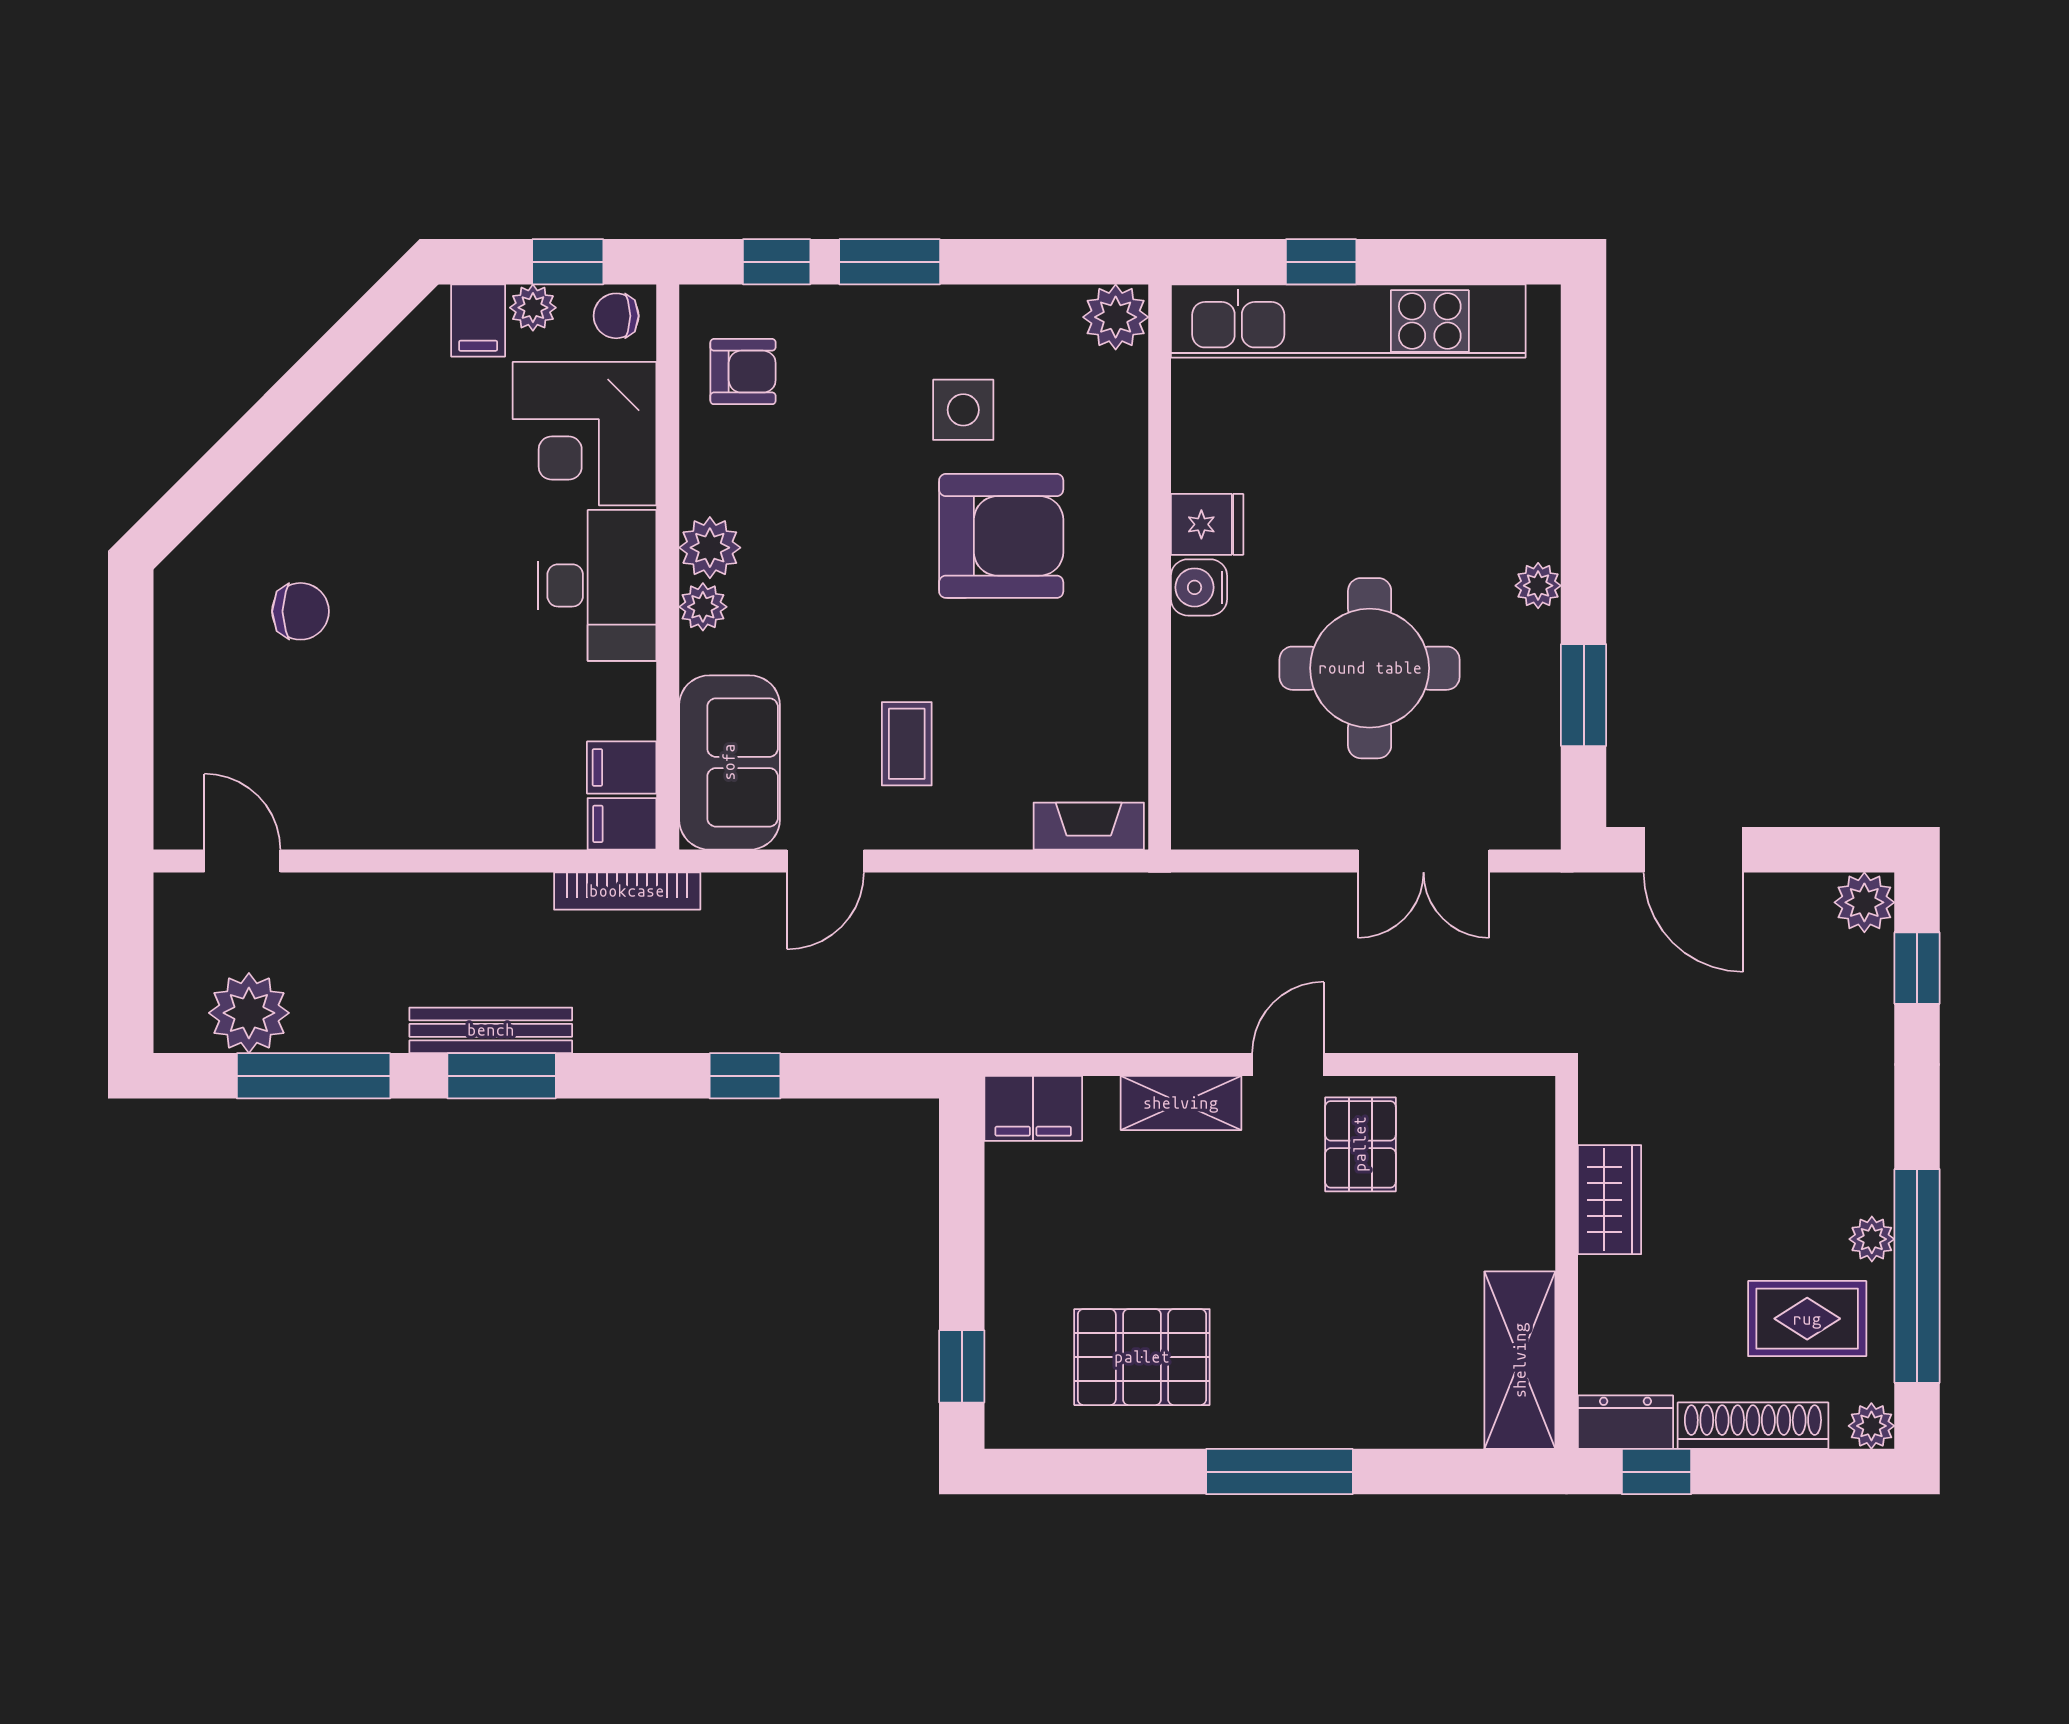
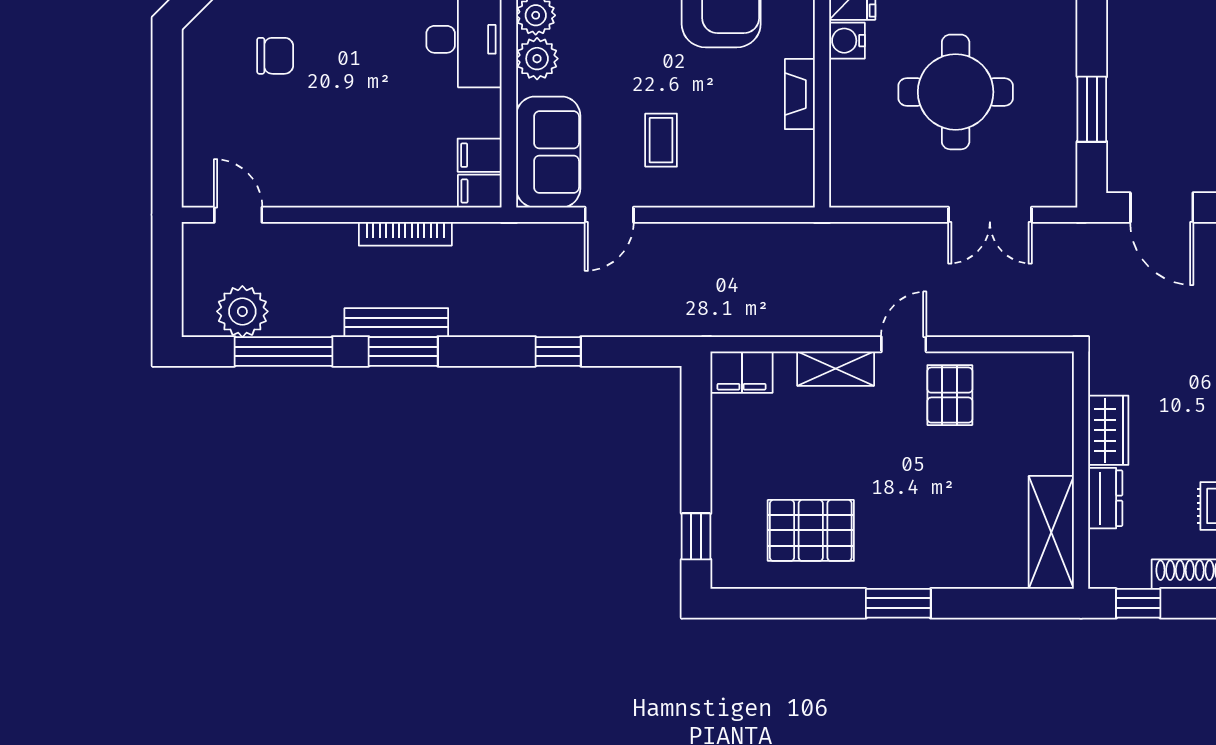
plant: (1538, 586) -> (1063, 39), removed
plant: (703, 607) -> (537, 59), width x1.38, depth x1.38
fireplace: (1089, 826) -> (800, 94), moved, turned -90
bookcase: (627, 891) -> (405, 234), moved
dresser: (1626, 1422) -> (1105, 498), moved, turned 90
window: (1279, 1472) -> (898, 603), width x0.69

